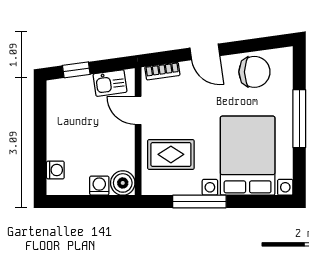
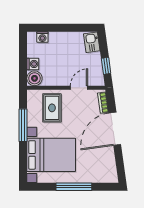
door: (205, 52) -> (115, 129), width x1.88
window: (76, 70) -> (106, 66), moved
chair: (254, 72) -> (103, 159), removed
kitchen sink: (110, 83) -> (92, 42), moved

